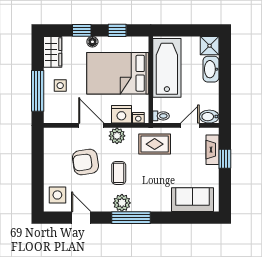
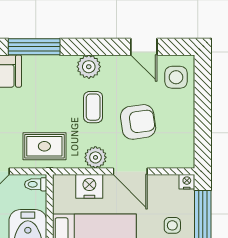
nightstand: (138, 118) -> (187, 182), moved
window: (131, 218) -> (34, 47), moved

